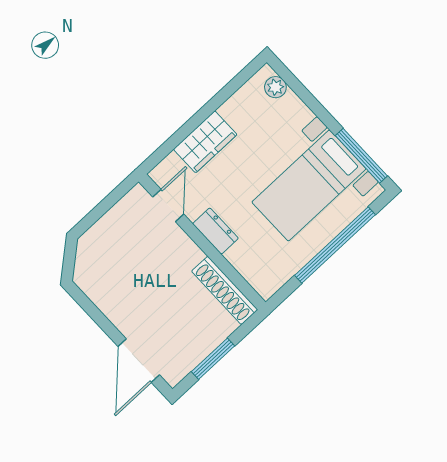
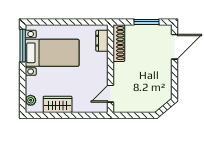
wardrobe: (205, 142) -> (58, 104), moved
dresser: (216, 231) -> (102, 41), moved
window: (335, 245) -> (63, 22), removed

